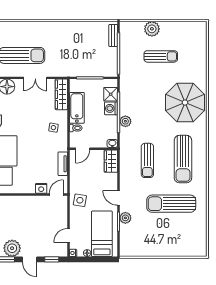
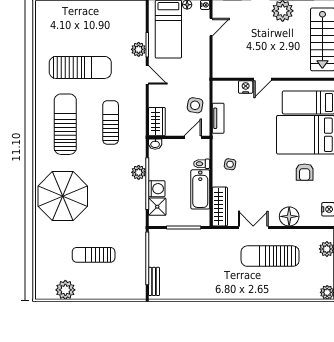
plant: (152, 29) -> (65, 290), moved
door: (56, 195) -> (263, 79), moved
side table: (80, 200) -> (195, 105), moved

